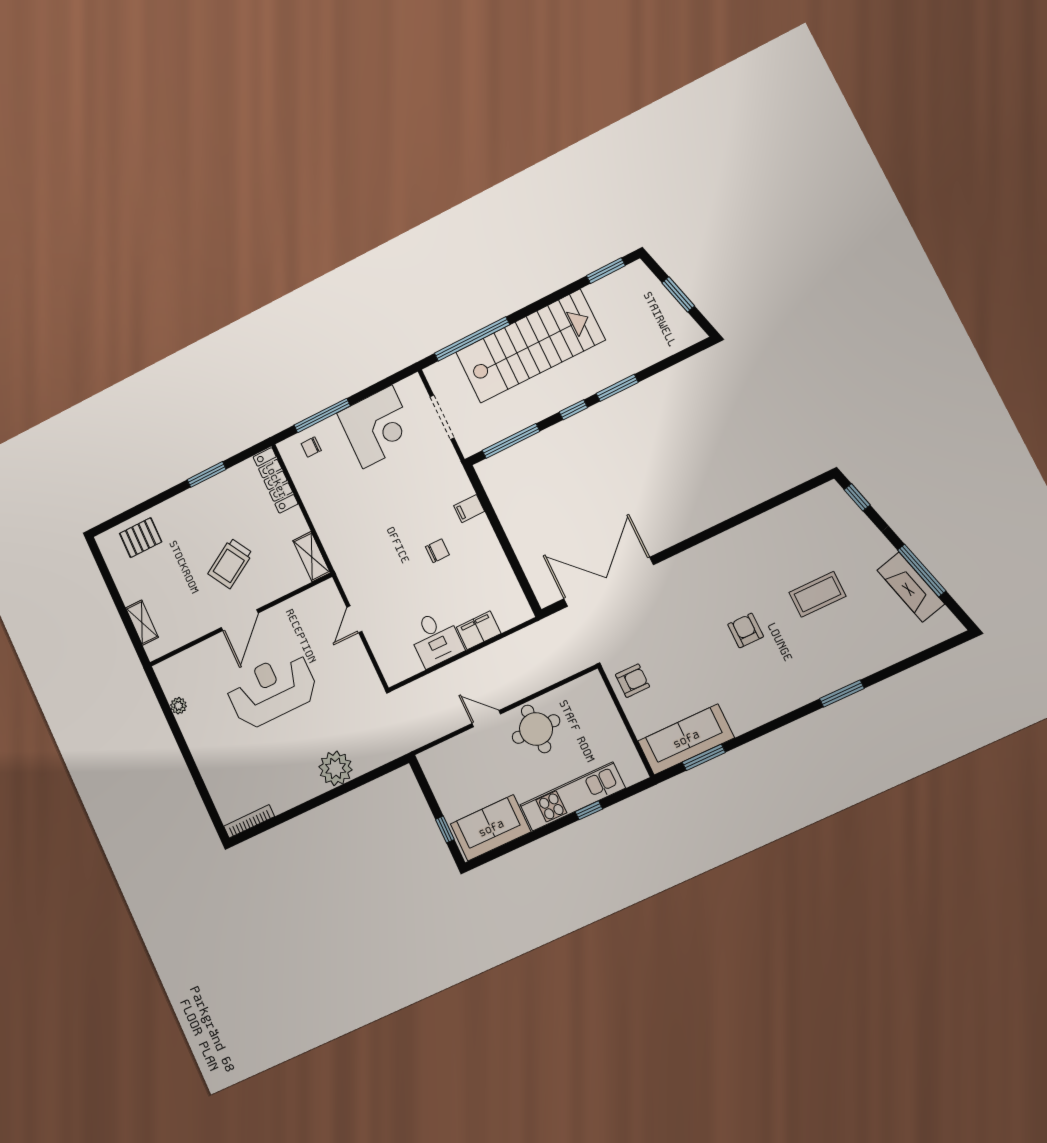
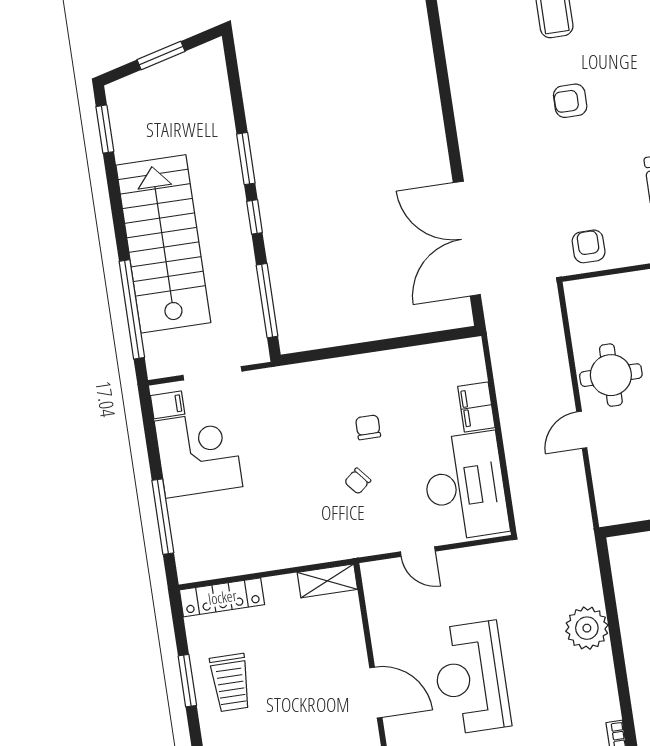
chair: (311, 447) -> (358, 481), moved, turned 50
filing cabinet: (469, 509) -> (168, 405), moved, turned -90
trolley: (230, 563) -> (230, 683), moved, turned 31
desk: (435, 639) -> (465, 486), width x1.87, depth x1.30

